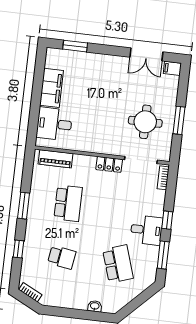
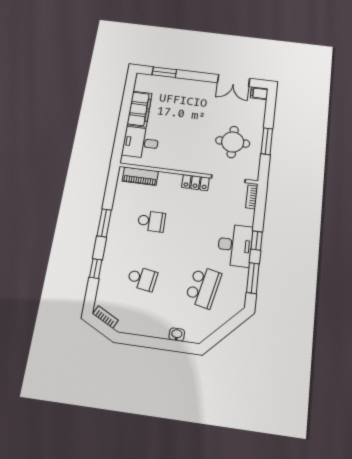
school desk: (68, 203) -> (151, 221), width x0.54
desk: (146, 230) -> (235, 245), width x1.37
school desk: (118, 264) -> (203, 287), turned 30

